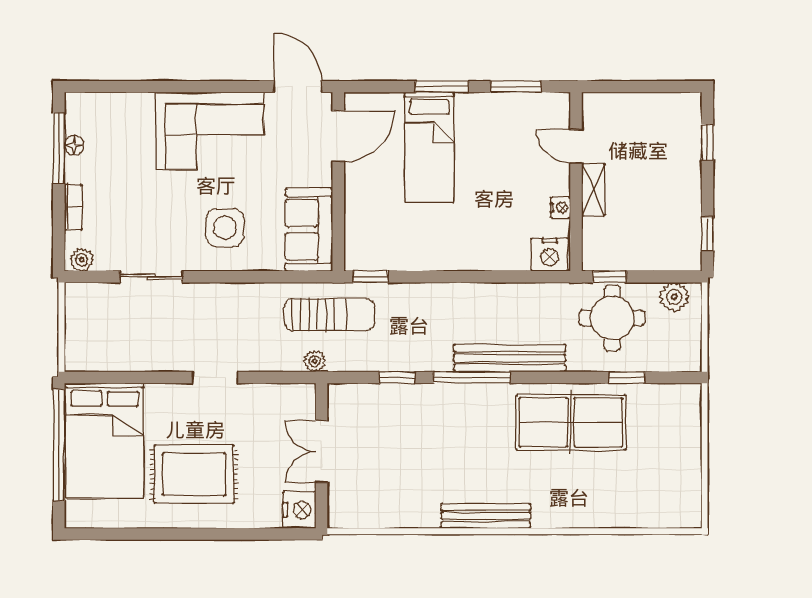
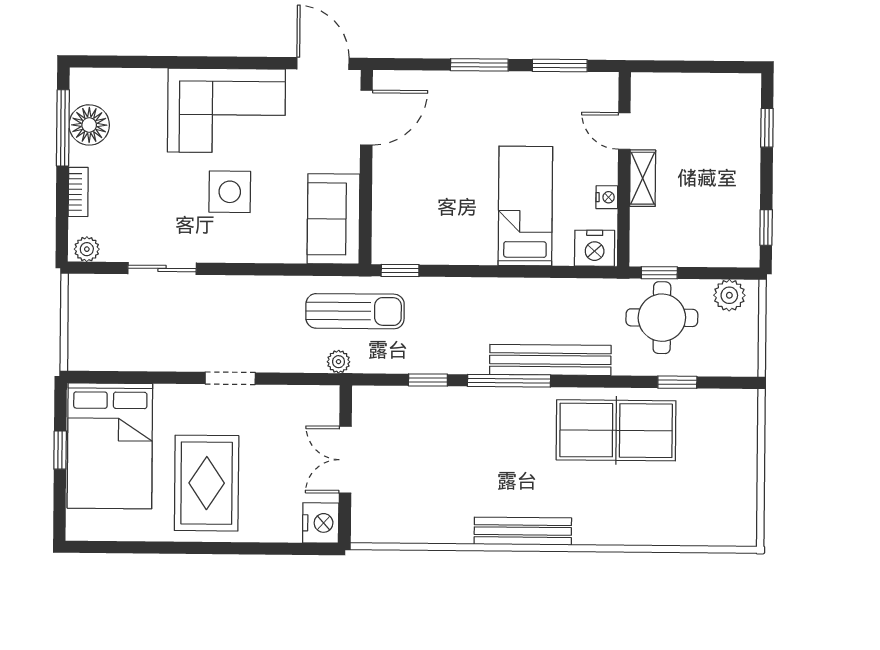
floor lamp: (74, 145) -> (89, 125), width x1.89, depth x1.89
bed: (429, 147) -> (525, 206), moved, turned 180
side table: (225, 228) -> (230, 192), moved
window: (59, 445) -> (60, 450), width x0.32
rug: (194, 474) -> (207, 483), turned 90

